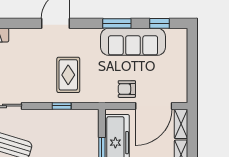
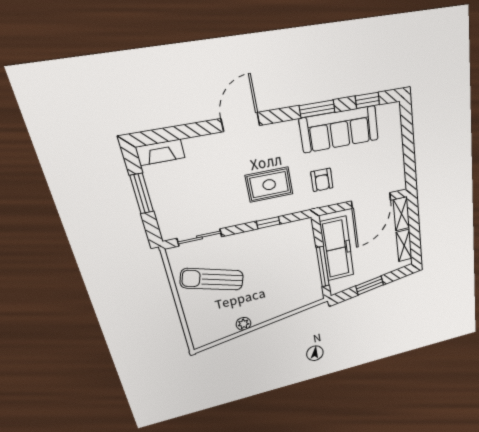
rug: (68, 75) -> (269, 185), turned 90
armchair: (127, 89) -> (322, 180), moved, turned -90

